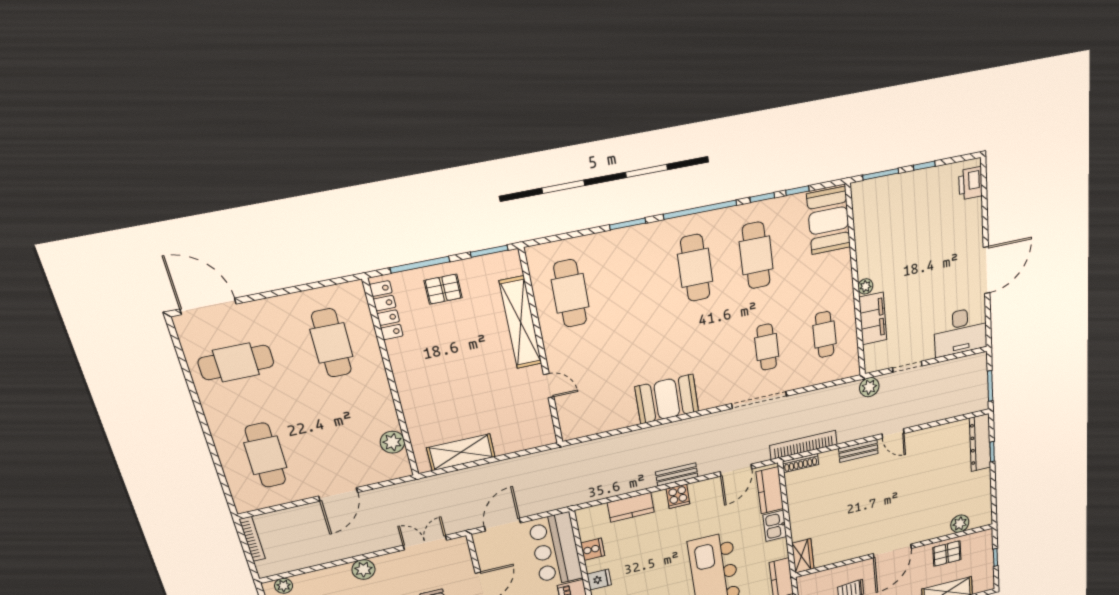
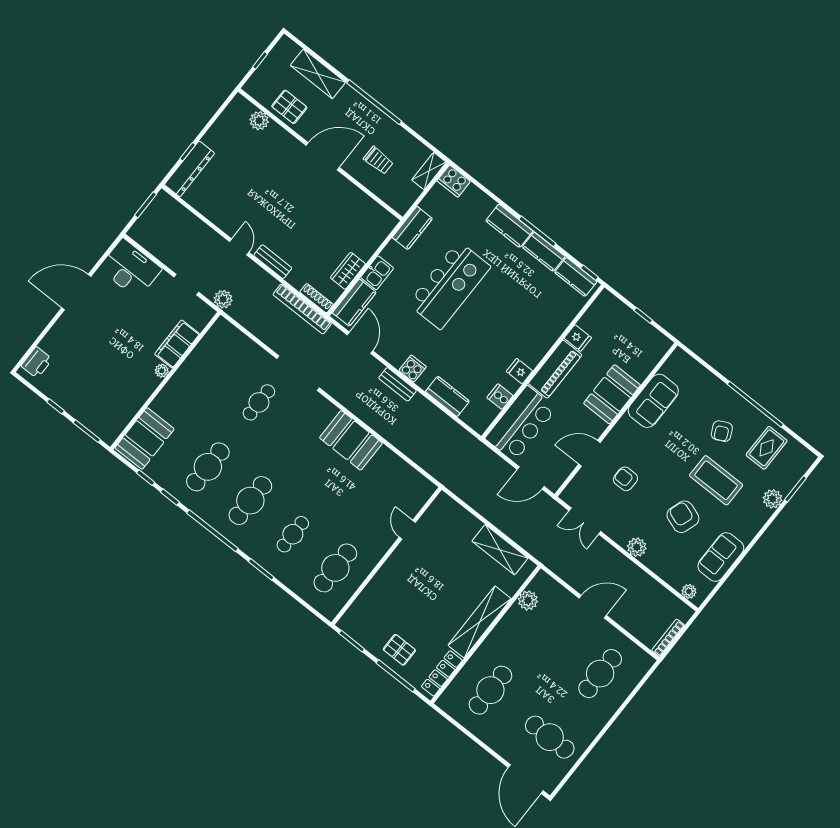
shelving: (521, 323) -> (480, 622), moved
cafe table: (825, 335) -> (293, 534), moved
door: (736, 470) -> (360, 343), hinge flipped
wardrobe: (803, 556) -> (348, 271), moved

